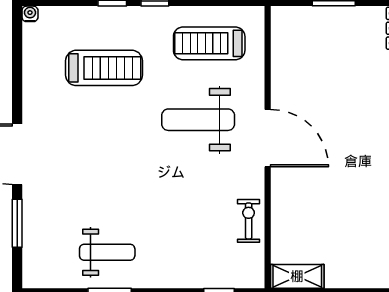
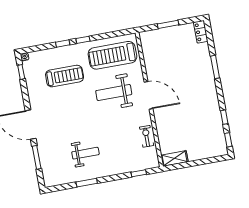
treadmill: (209, 43) -> (112, 55), width x1.37, depth x1.38
window: (17, 44) -> (21, 72), added
weight bench: (107, 252) -> (85, 153), moved

